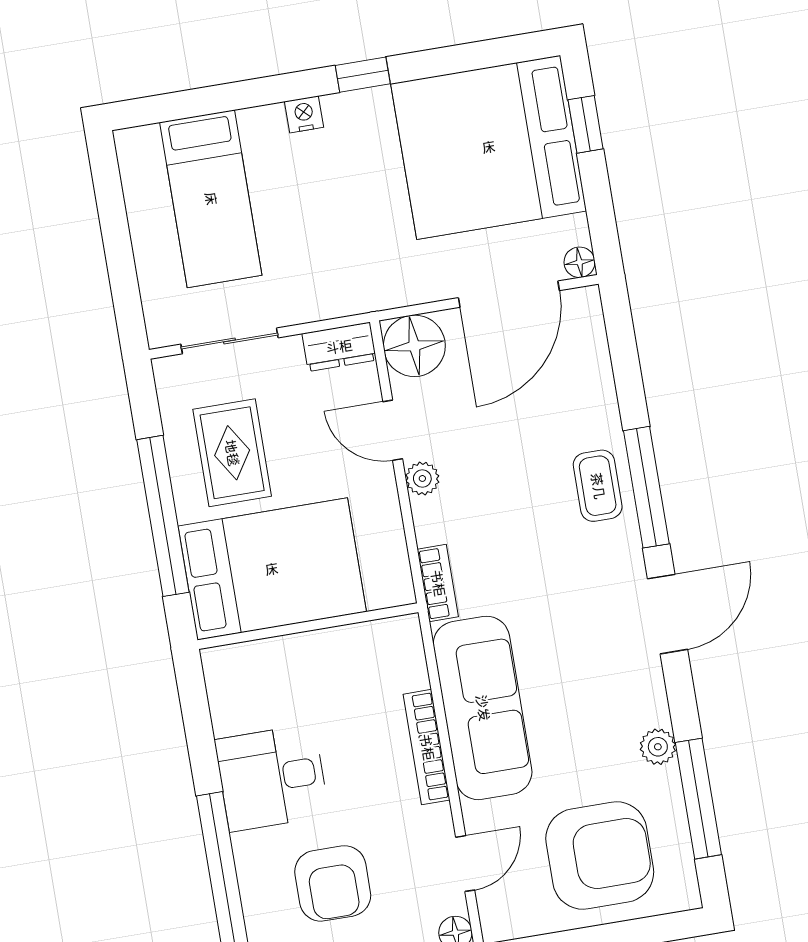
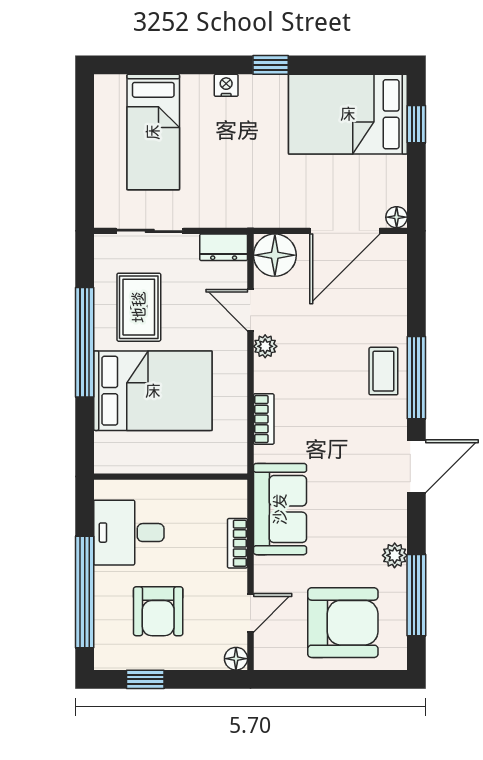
bed: (489, 147) -> (348, 114), width x0.73
wall: (308, 626) -> (171, 477), moved
sofa: (483, 708) -> (280, 509), width x0.73
bookcase: (427, 747) -> (237, 543), width x0.64

